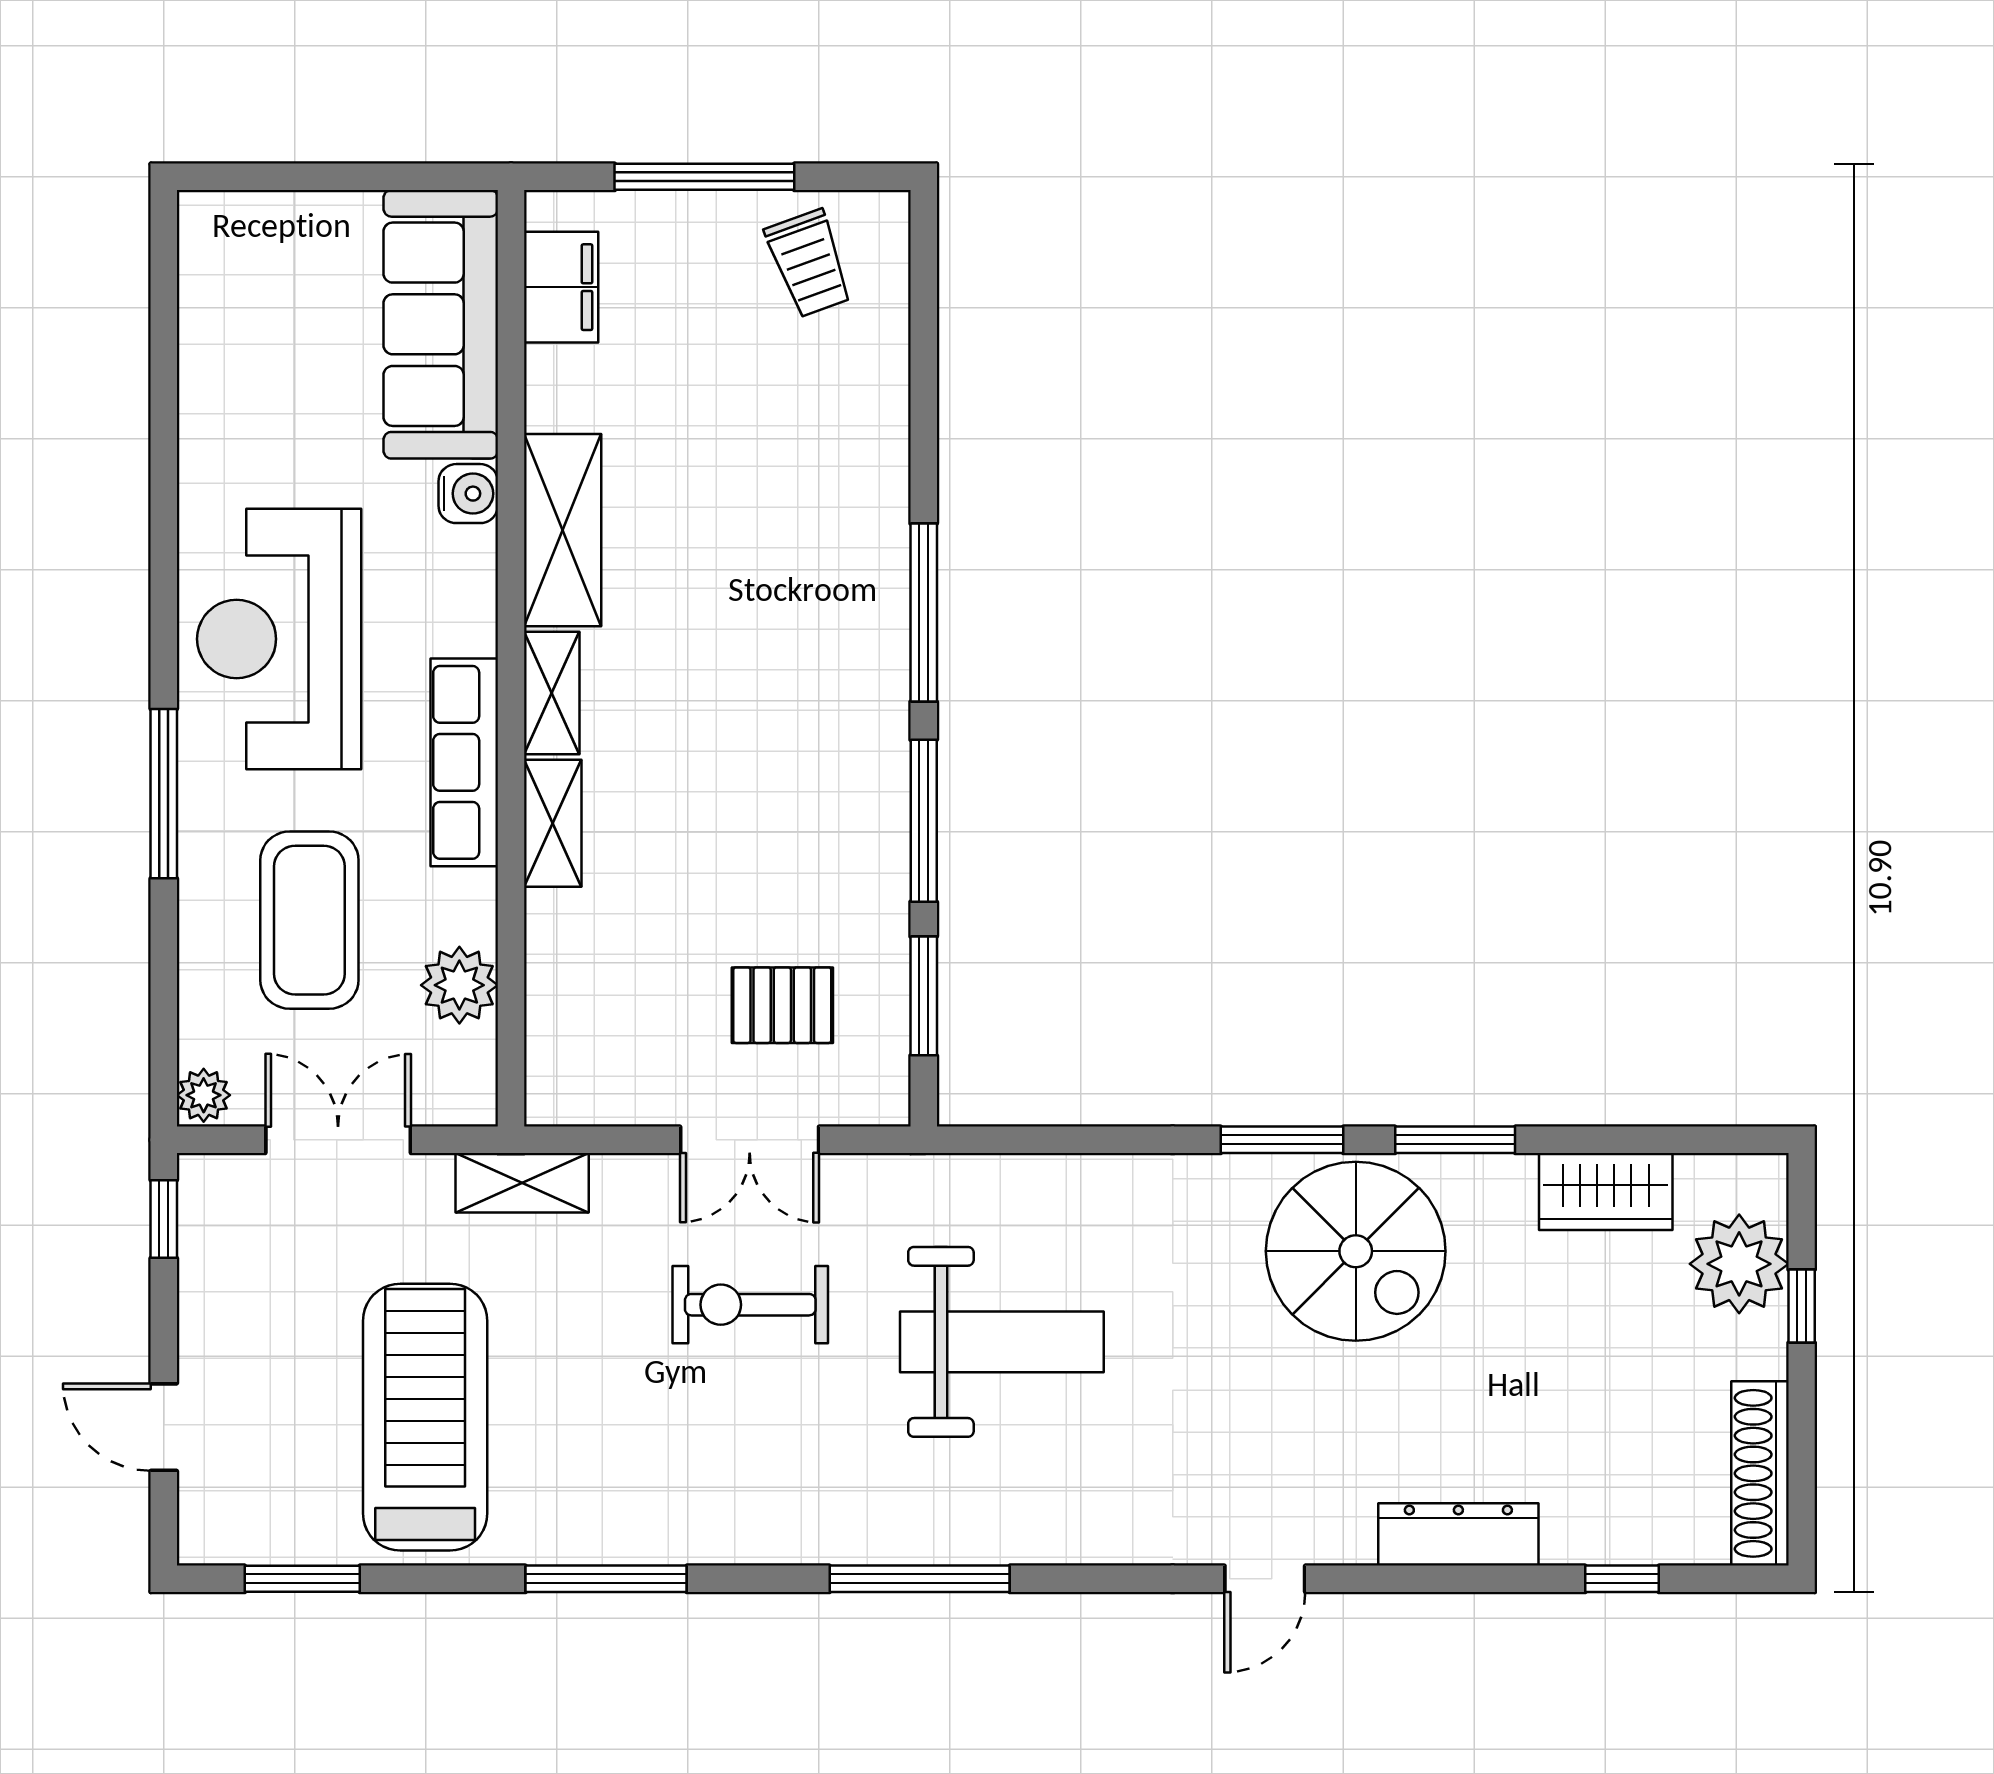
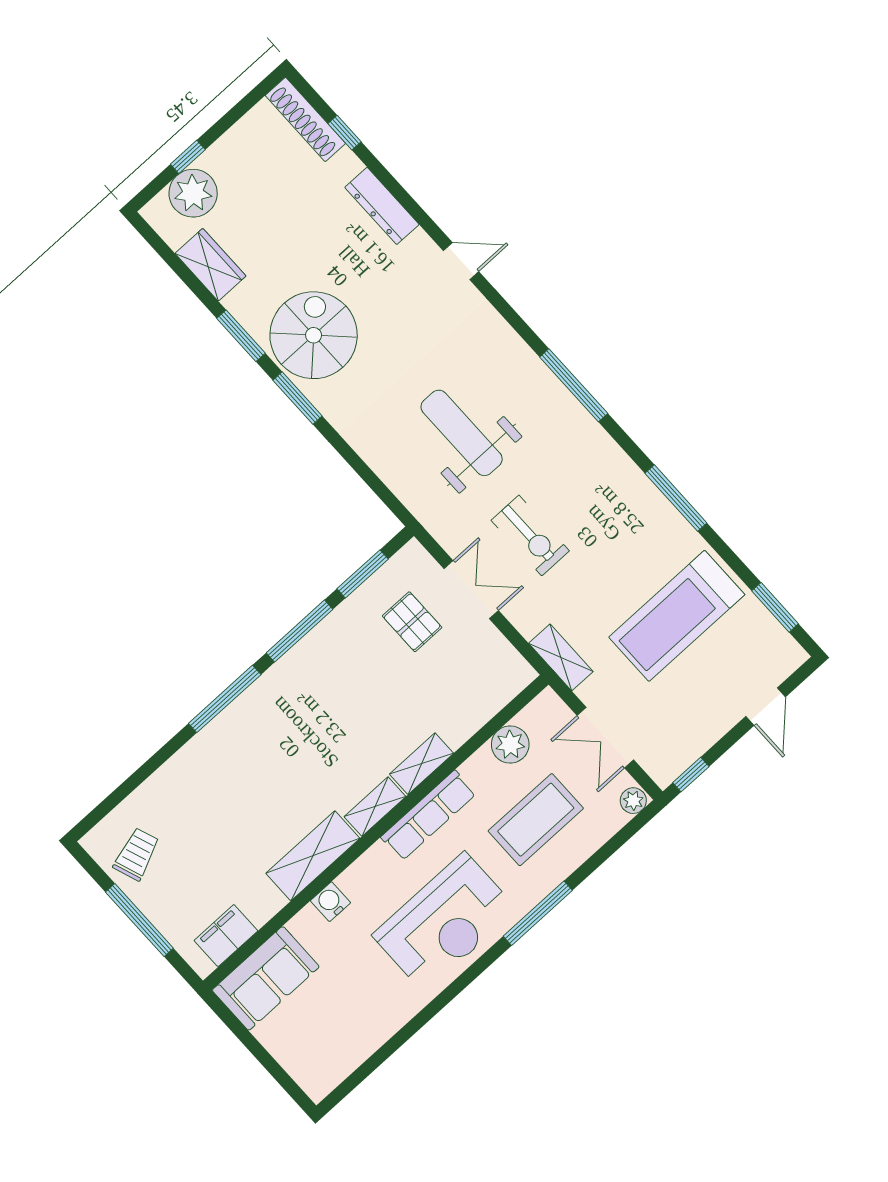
sofa: (441, 324) -> (266, 978), width x0.73
shoe rack: (1760, 1473) -> (305, 119), moved, turned 90

